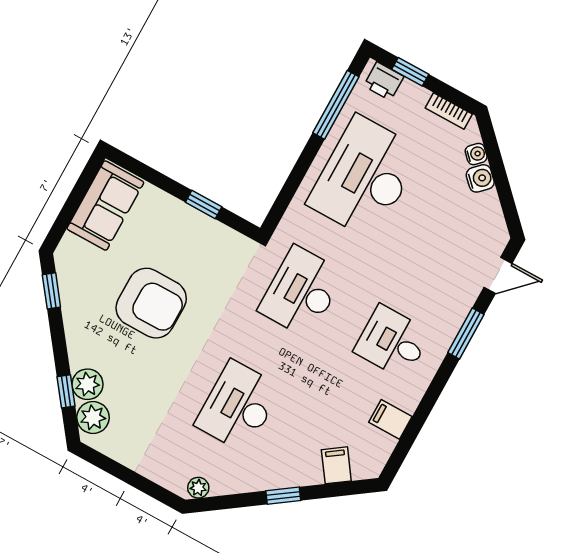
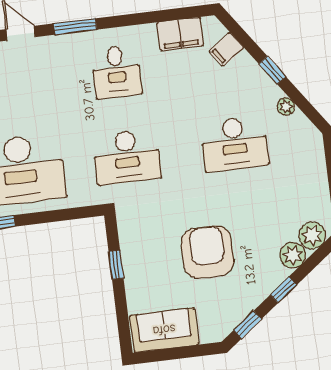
window: (66, 391) -> (283, 290), moved
filing cabinet: (390, 419) -> (180, 34), width x2.00
plant: (198, 488) -> (286, 107), moved

